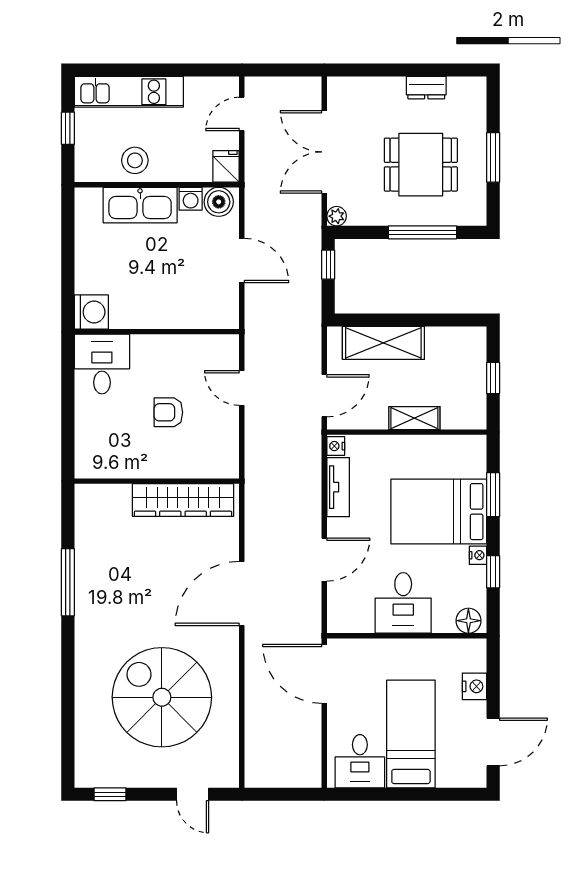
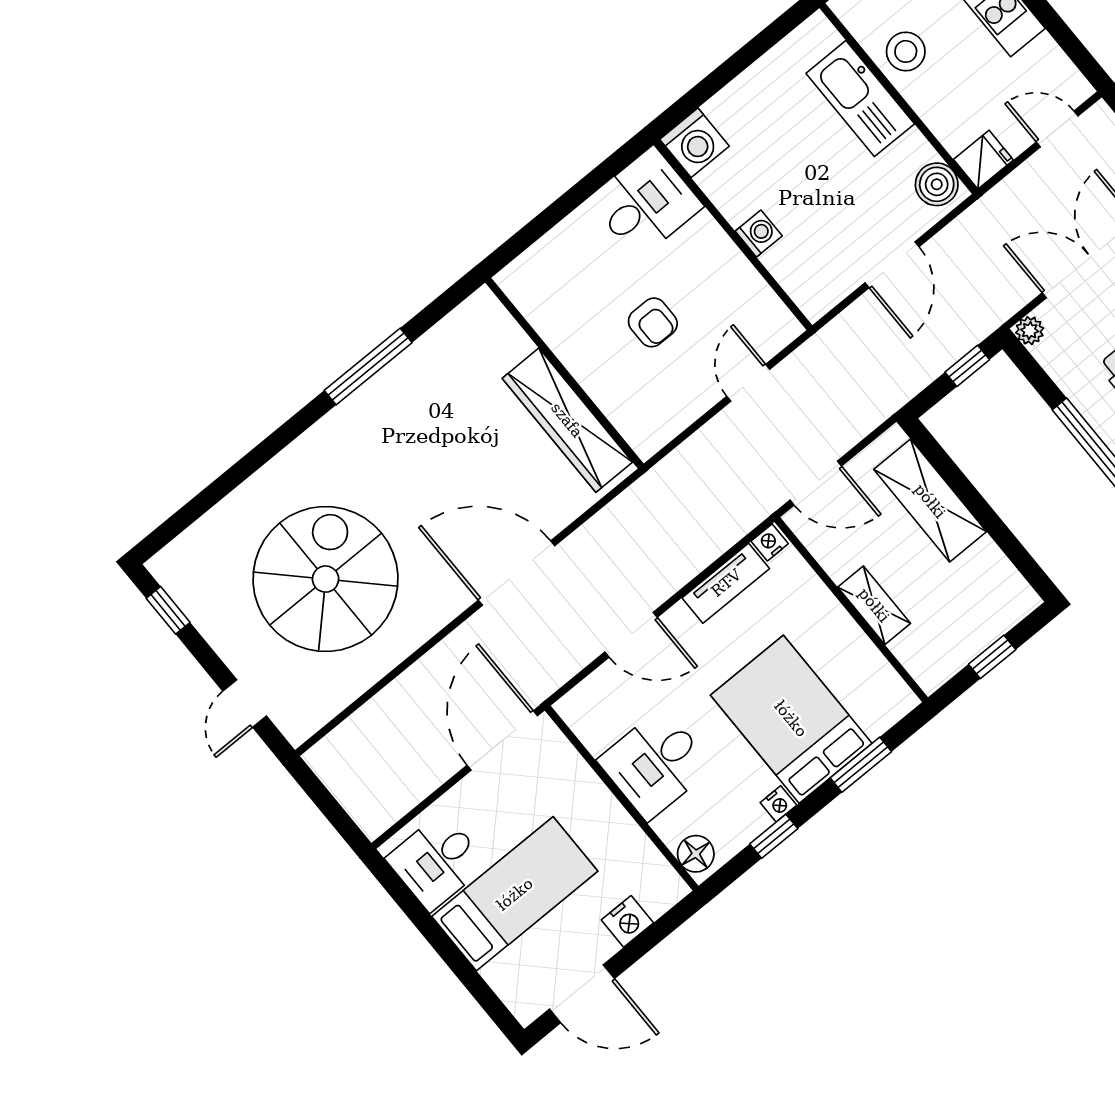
washing machine: (191, 199) -> (759, 234), moved, turned 180
armchair: (168, 412) -> (653, 322), turned 180

